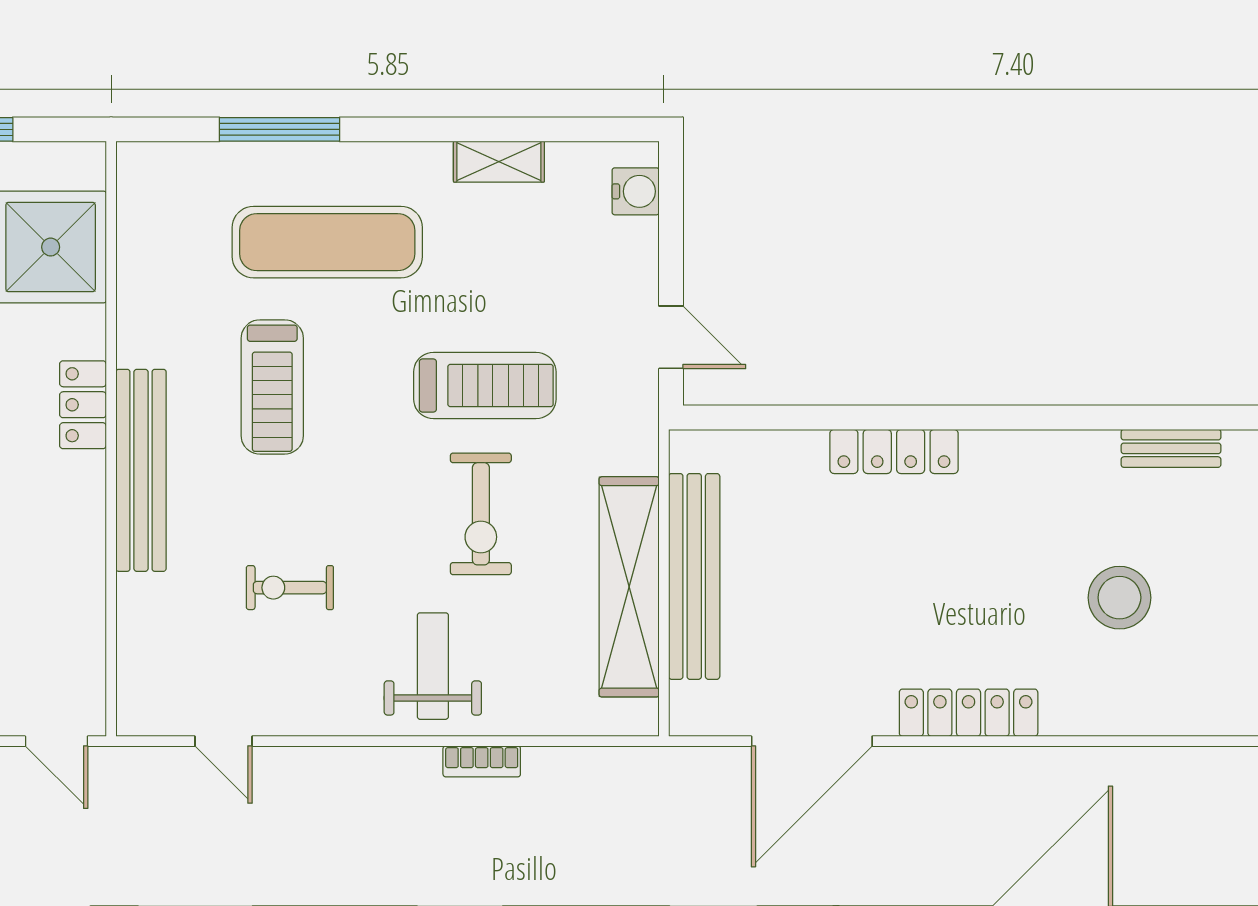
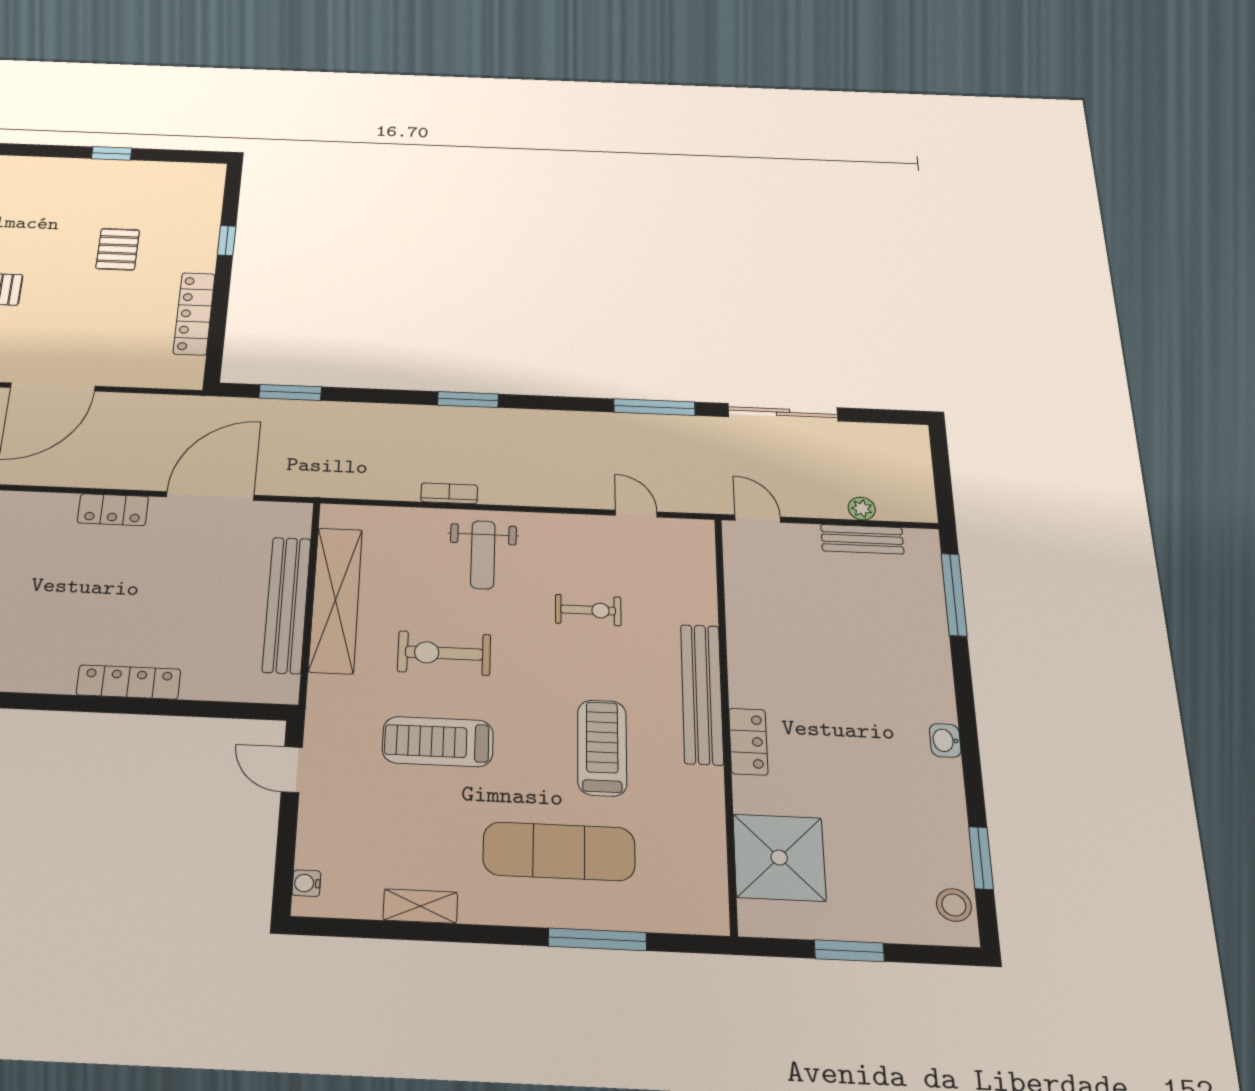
water cooler: (636, 191) -> (306, 883), width x0.72, depth x0.72
exercise bike: (481, 514) -> (444, 653), turned -90
locker: (969, 713) -> (113, 510), width x0.66

